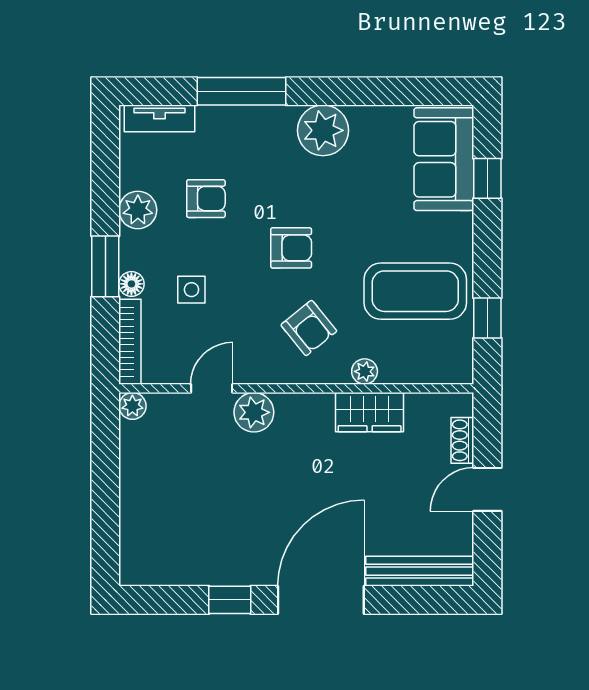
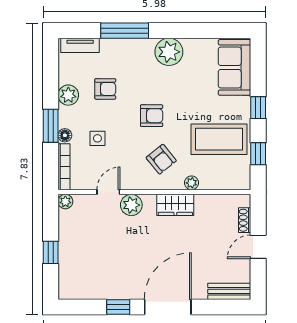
window: (487, 178) -> (258, 108), moved
wardrobe: (370, 412) -> (175, 205), moved
window: (105, 499) -> (51, 252), added
bench: (420, 571) -> (229, 291), width x0.73

